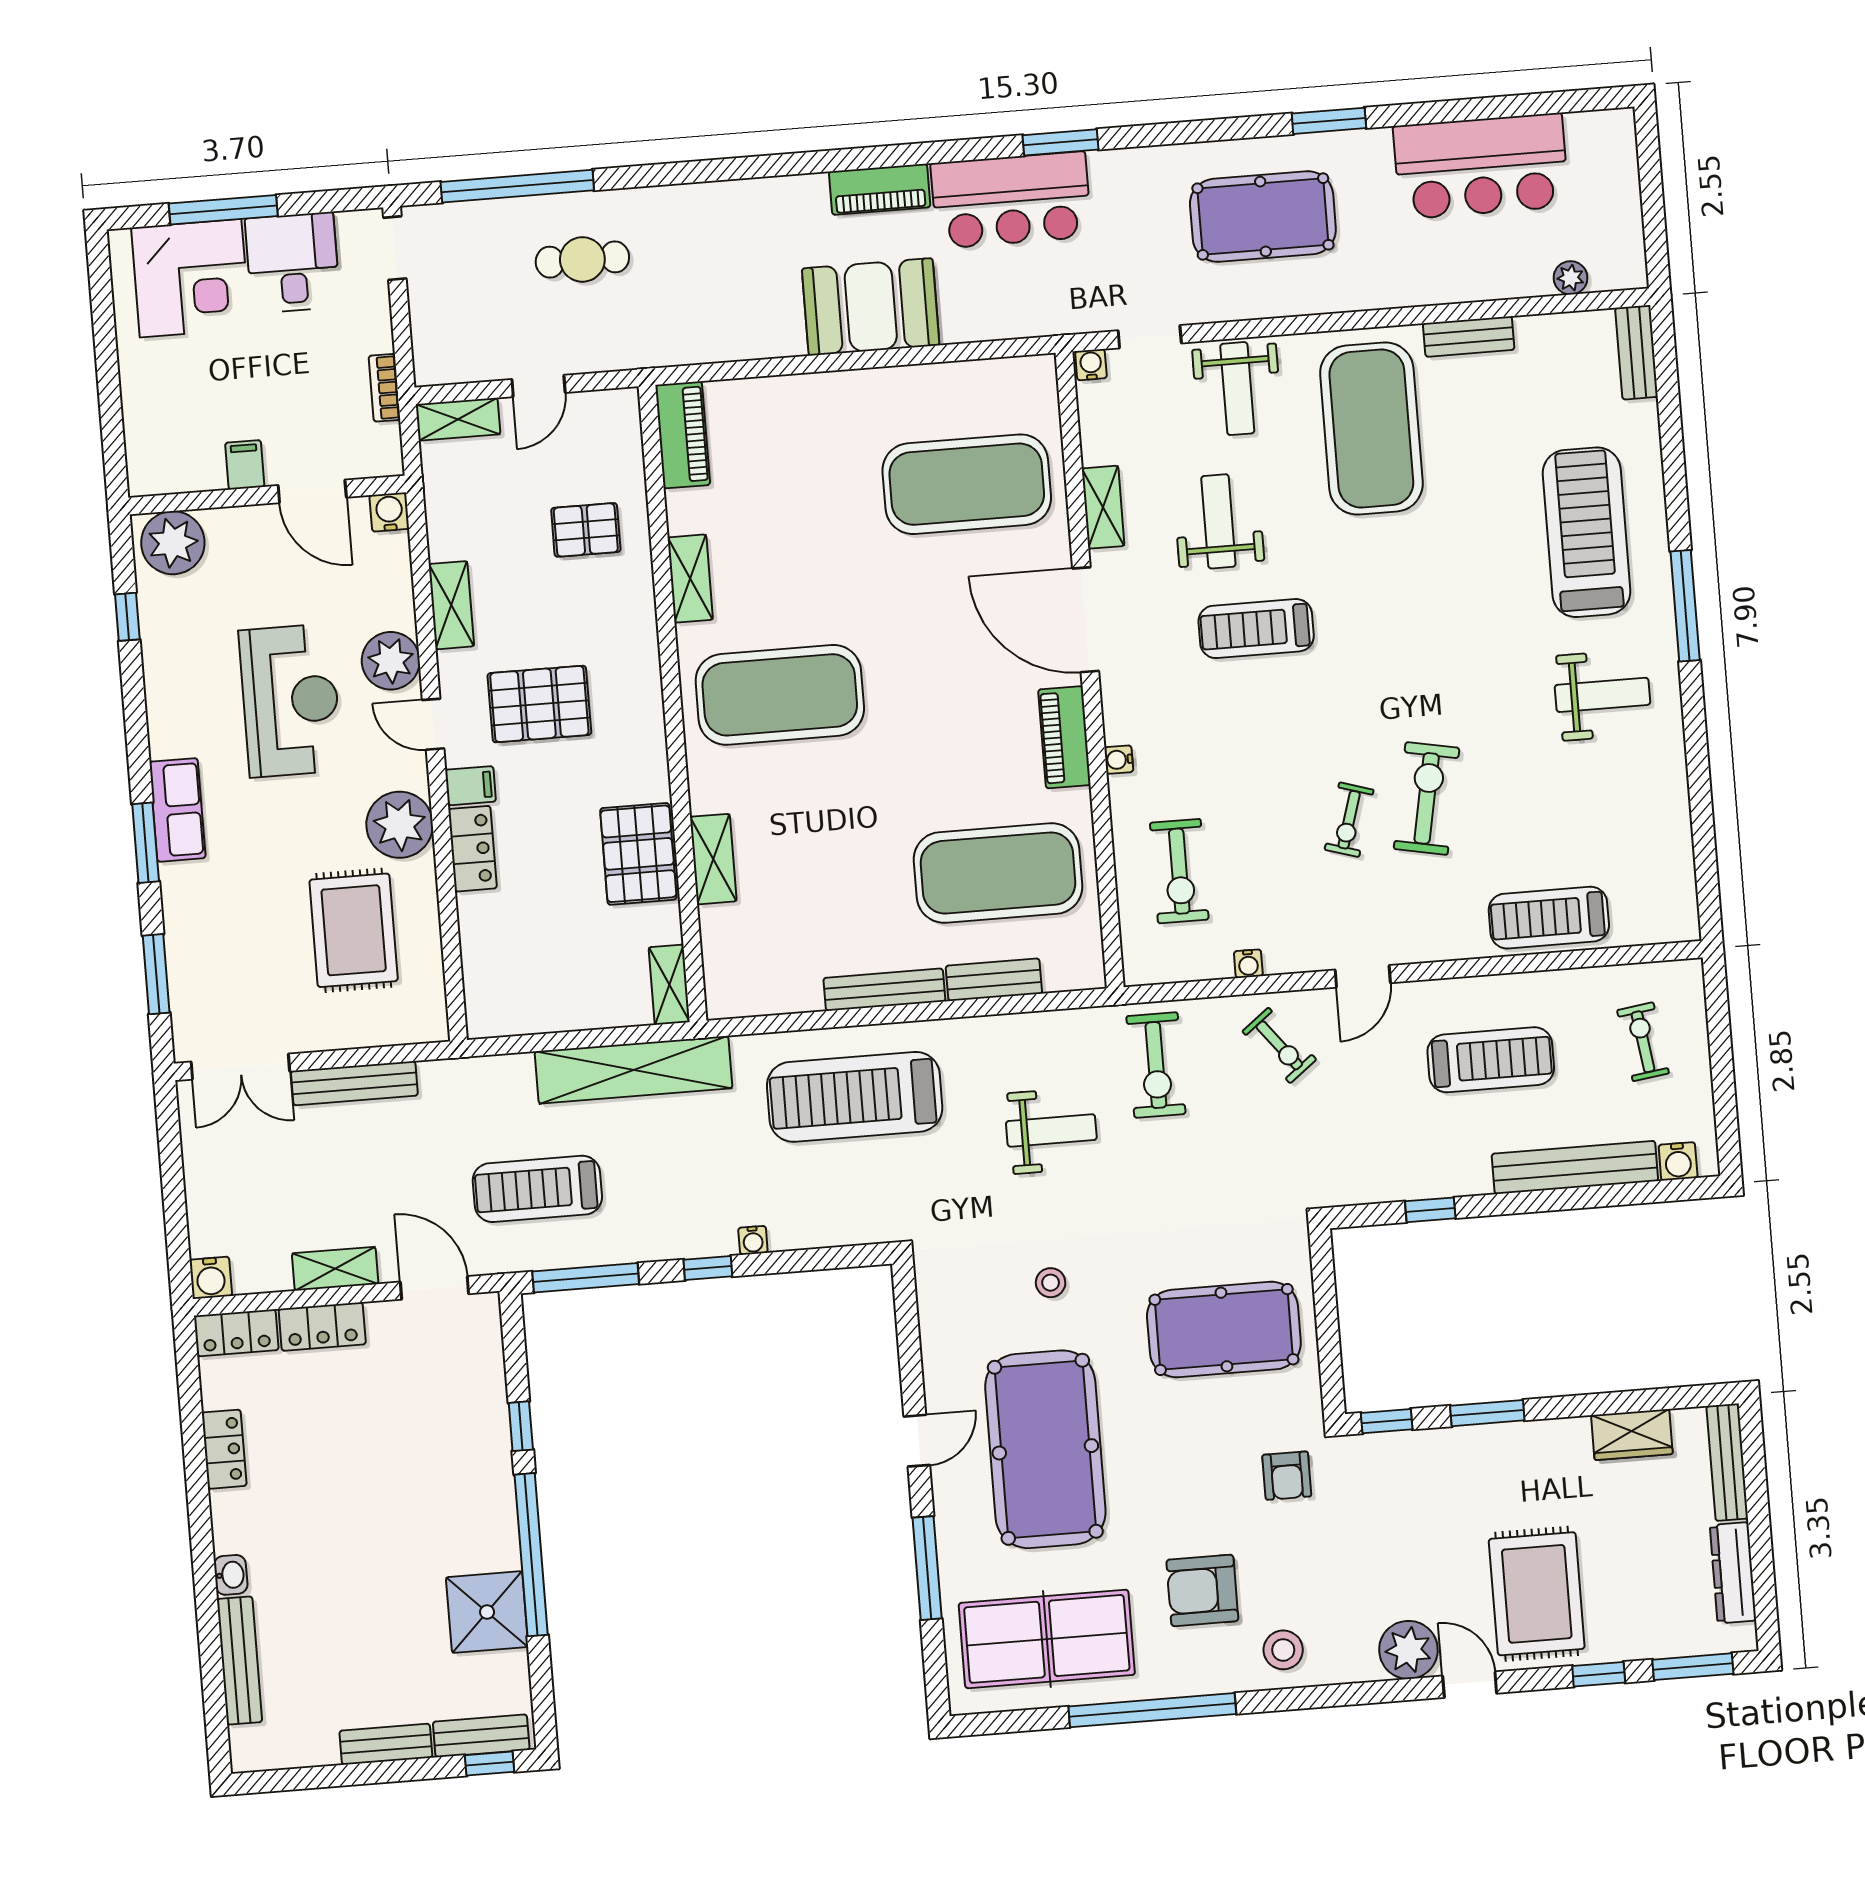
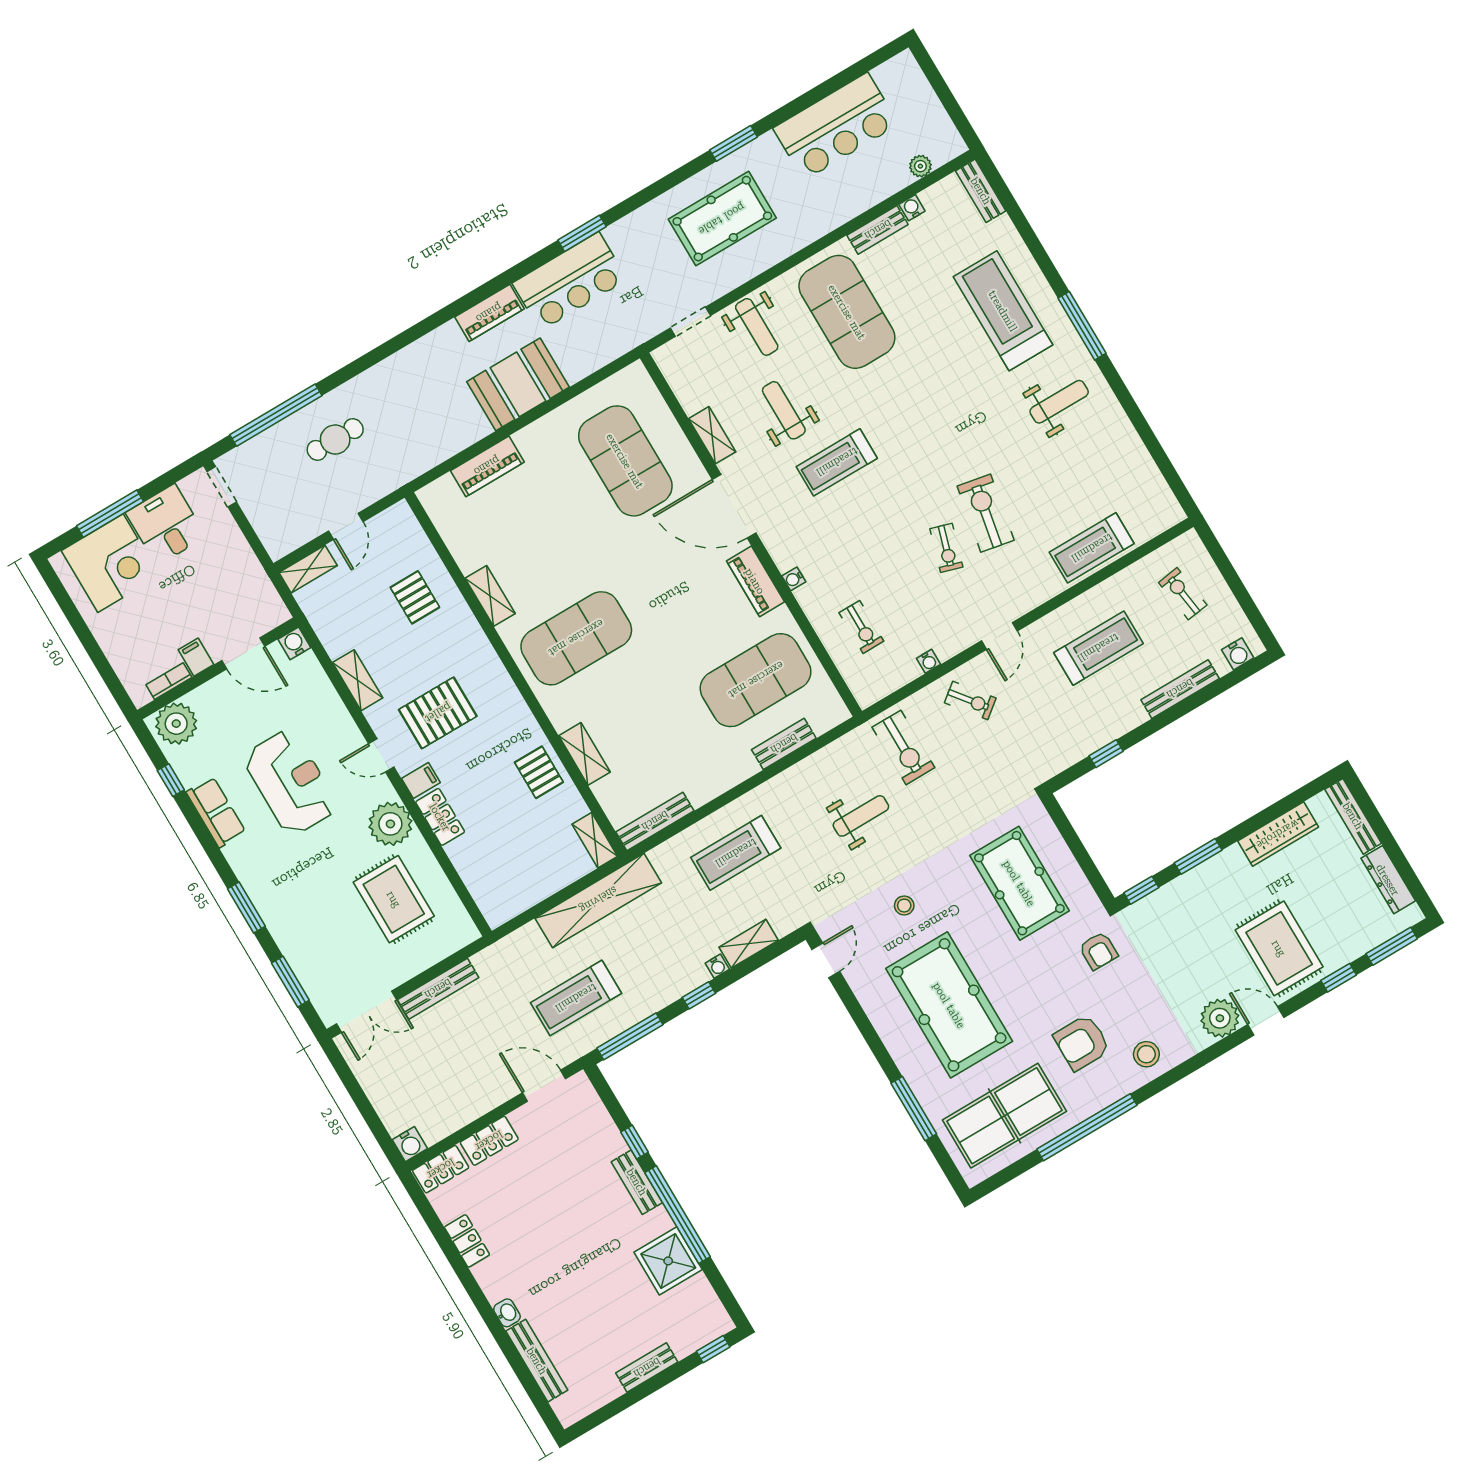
water cooler: (1091, 365) -> (912, 208), moved
bookcase: (384, 388) -> (169, 681), moved, turned 90
piano: (683, 435) -> (487, 466), moved, turned 90
exercise mat: (967, 484) -> (625, 461), turned 90
pallet: (586, 530) -> (415, 597), turned 90
plant: (391, 661) -> (338, 730), removed
row of seats: (177, 810) -> (216, 812), moved
pallet: (638, 854) -> (539, 772), width x0.67, depth x0.71
exercise bike: (1179, 871) -> (861, 627), width x0.73, depth x0.72
bench: (884, 990) -> (655, 821), moved
treadmill: (855, 1097) -> (736, 853), width x0.73, depth x0.73
bench: (1575, 1167) -> (1180, 689), width x0.73, depth x0.82
shelving: (335, 1269) -> (749, 944), moved
pool table: (1224, 1330) -> (1019, 883), turned 90
wardrobe: (1632, 1435) -> (1278, 834), width x1.50
door: (917, 1441) -> (826, 960), moved
bench: (481, 1736) -> (637, 1182), moved, turned 90

